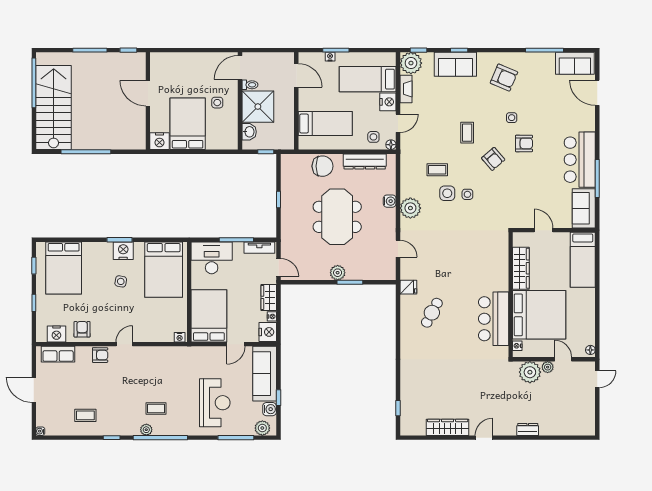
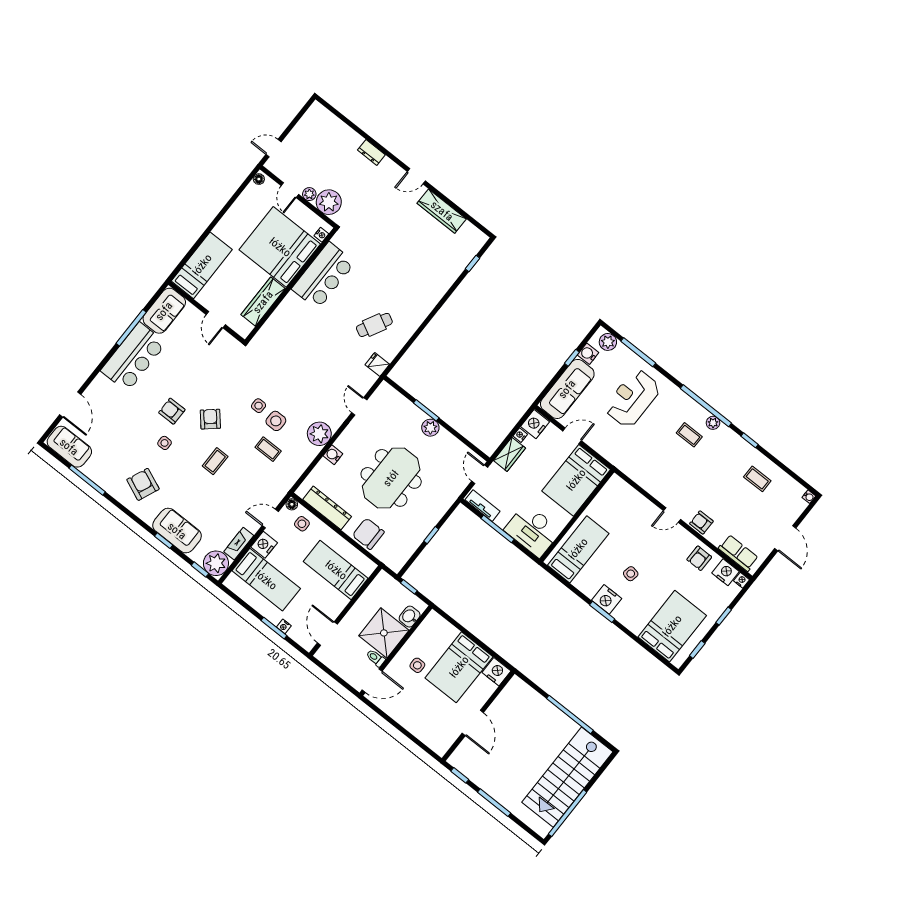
bed: (164, 270) -> (578, 549), width x0.67
nightstand: (180, 337) -> (741, 580), moved

